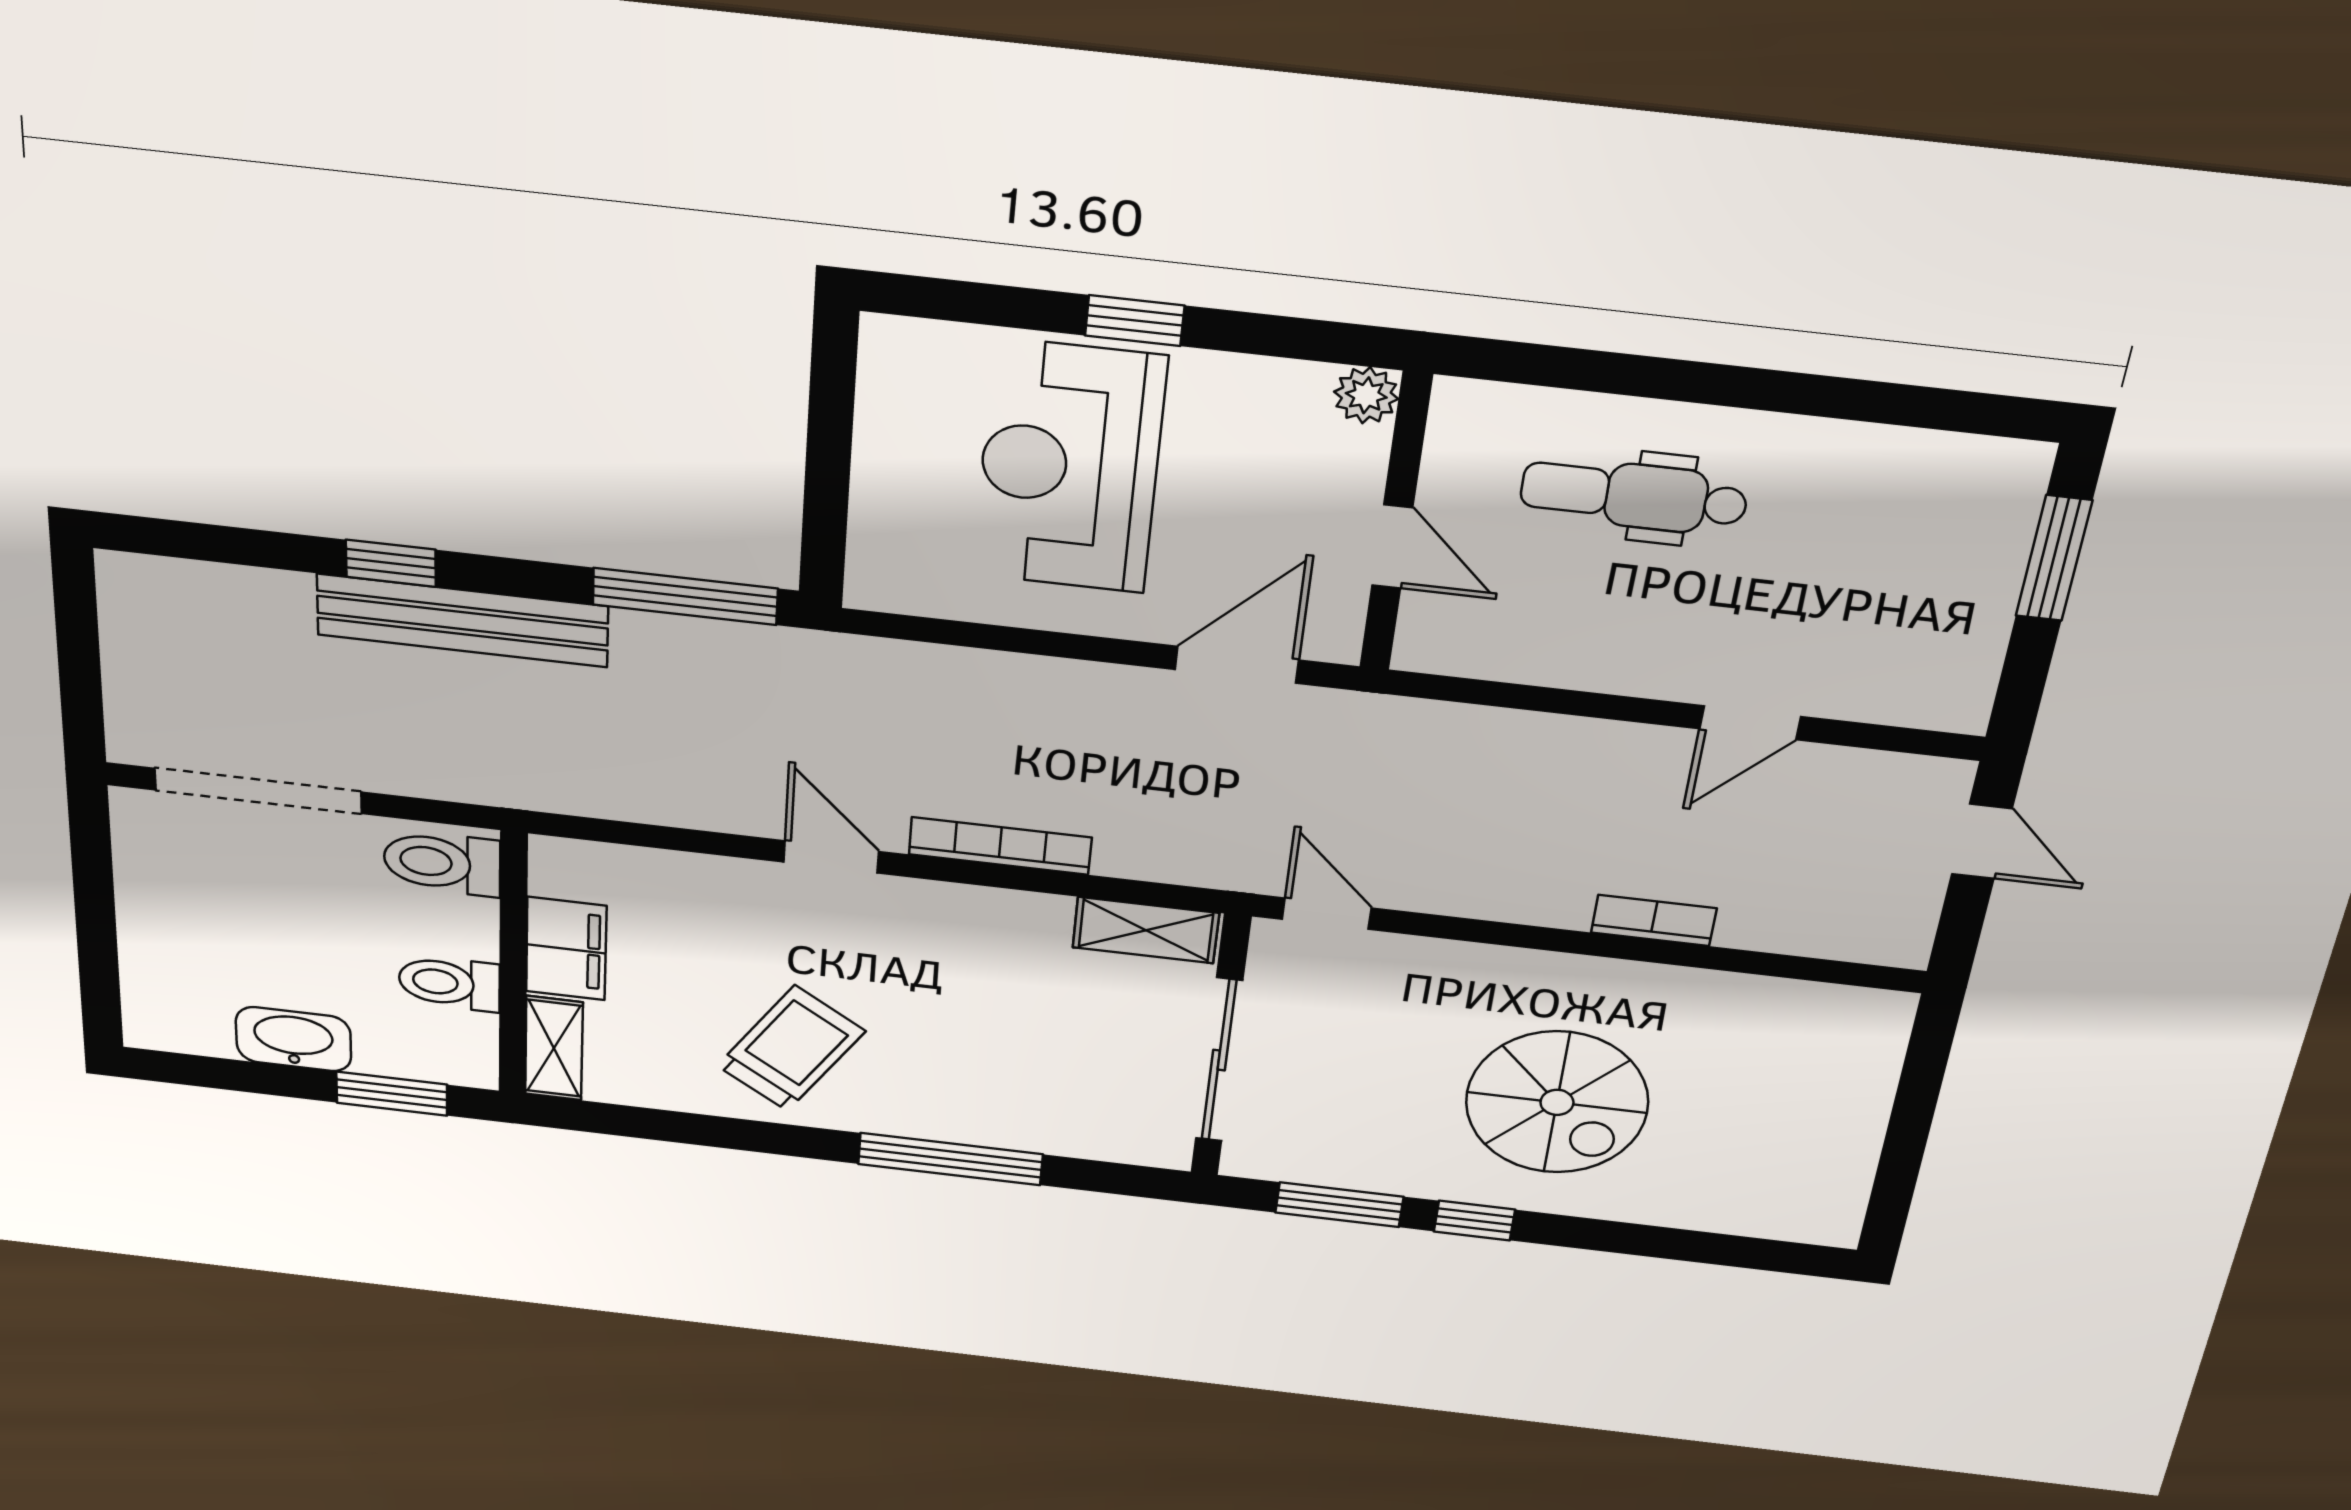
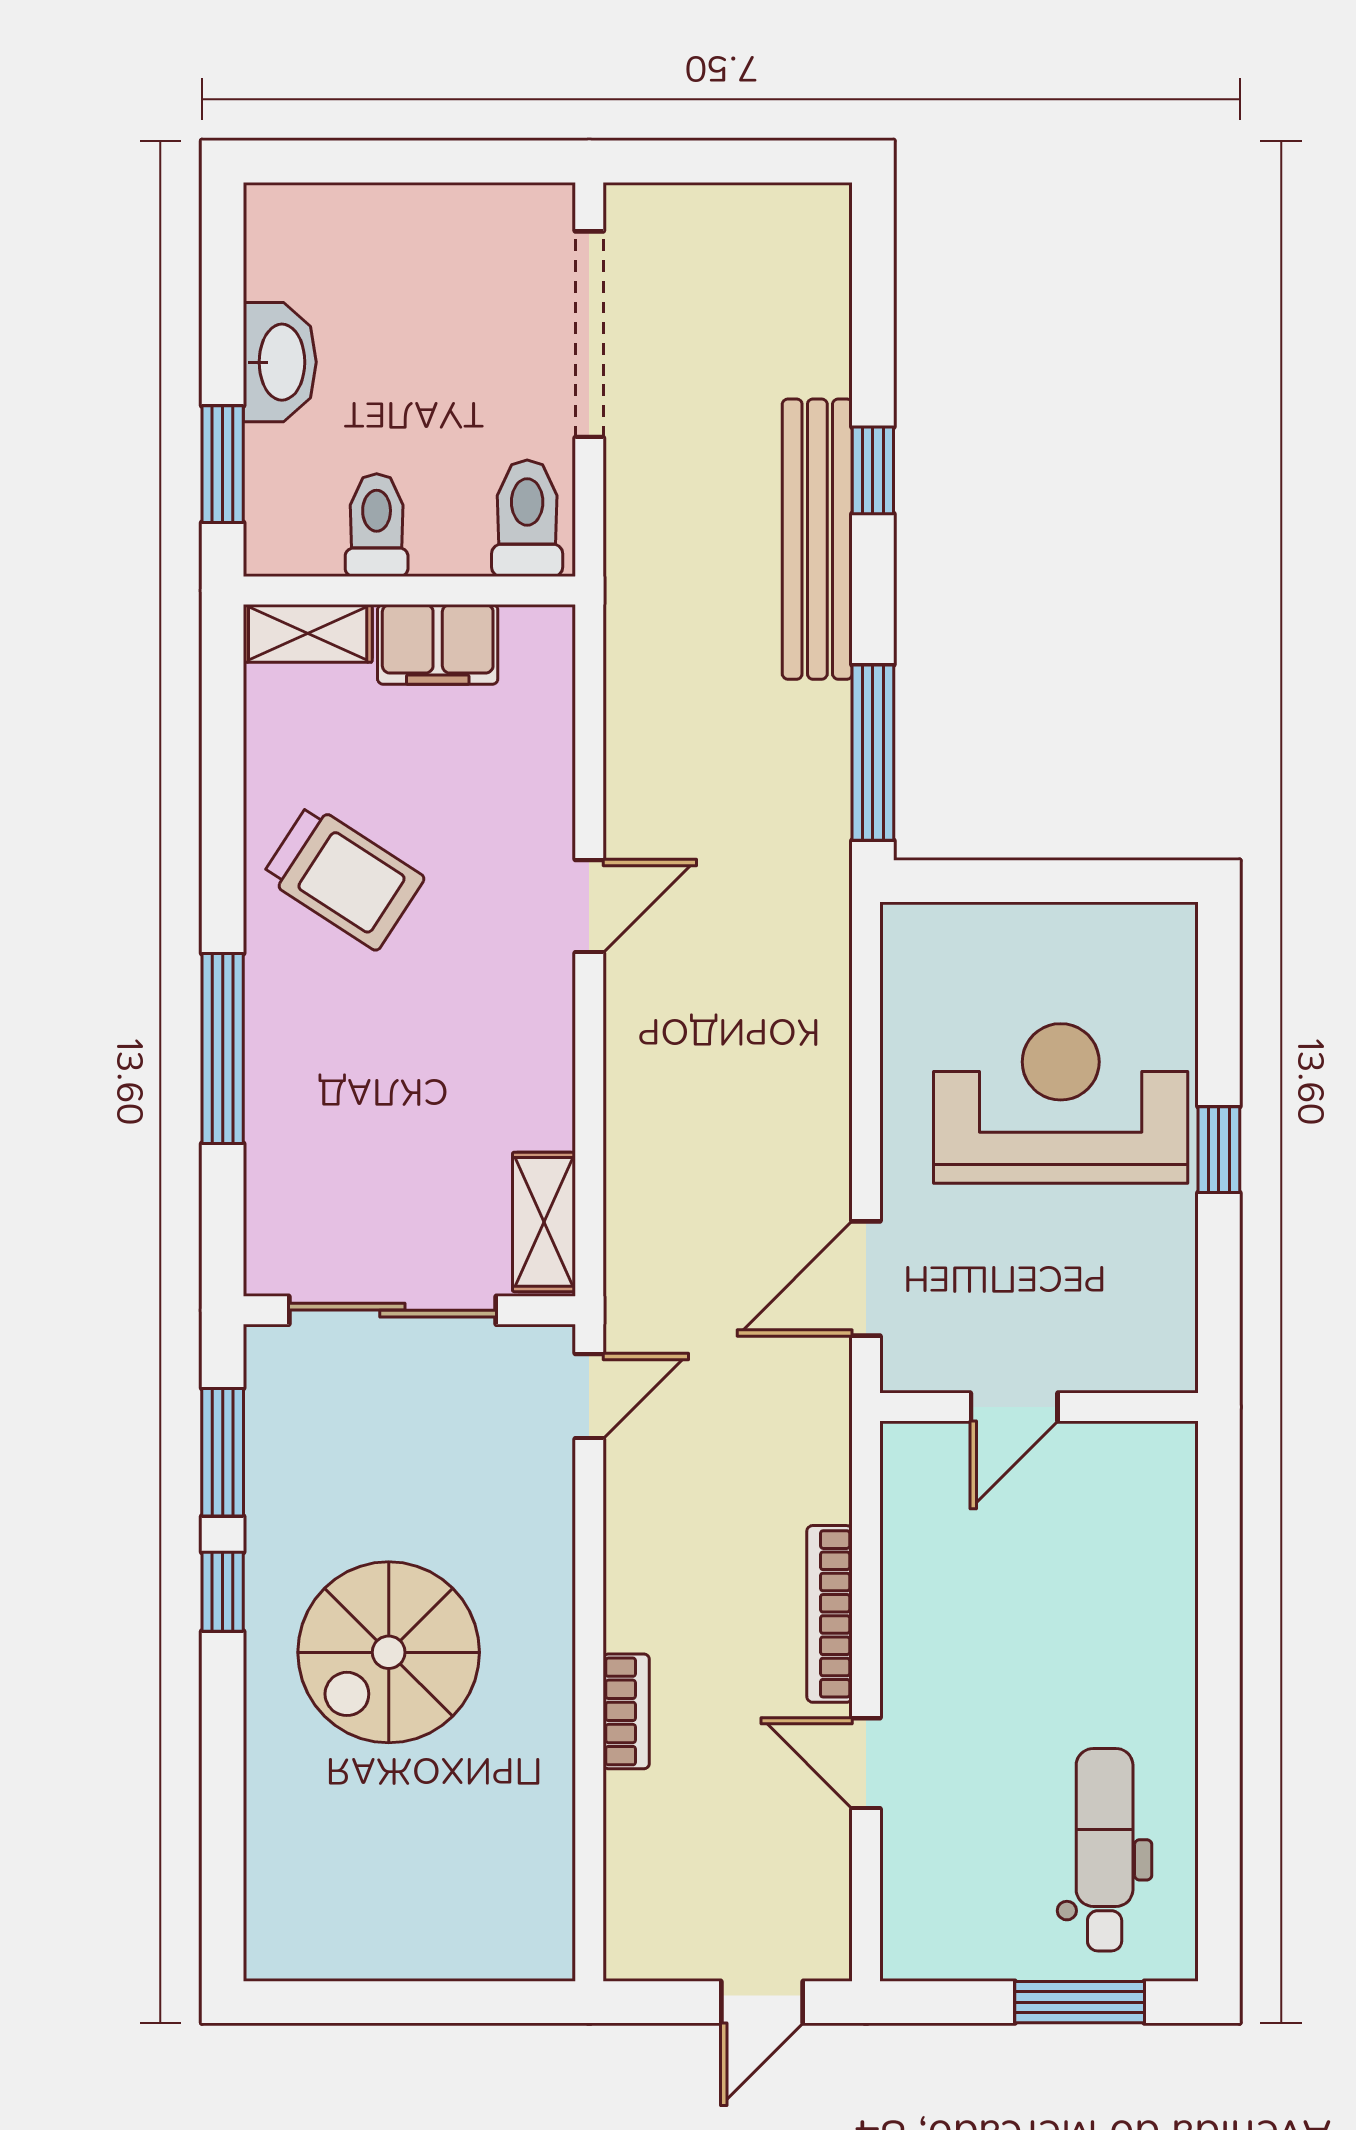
plant: (1366, 395) -> (1169, 1364), removed
dental chair: (1634, 496) -> (1105, 1850), moved
door: (1237, 665) -> (866, 1279), swing flipped
bookcase: (1000, 846) -> (830, 1614), moved, turned 180

